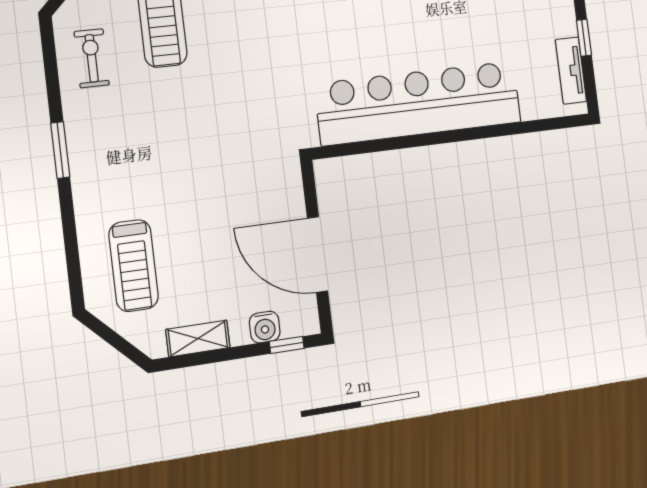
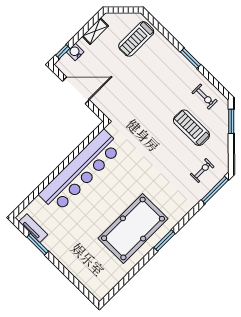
window: (584, 38) -> (38, 244), width x1.50
treadmill: (134, 266) -> (136, 39), turned -90

